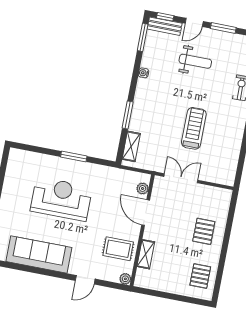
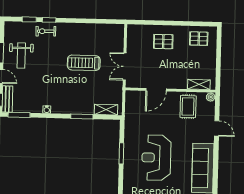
weight bench: (195, 61) -> (21, 56), moved, turned 180
plant: (143, 188) -> (138, 95), removed
shelving: (146, 254) -> (199, 84), moved

